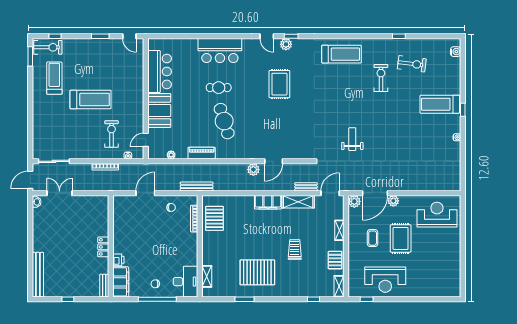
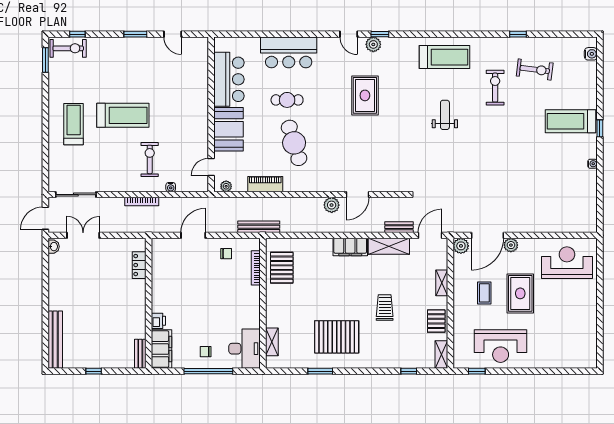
bar counter: (160, 71) -> (229, 79), moved
treadmill: (54, 78) -> (74, 124), moved
wall: (146, 99) -> (211, 114), moved
booth: (159, 110) -> (229, 129), moved
weight bench: (352, 139) -> (445, 115), moved
door: (146, 140) -> (211, 167), moved
locker: (103, 247) -> (139, 265), moved

